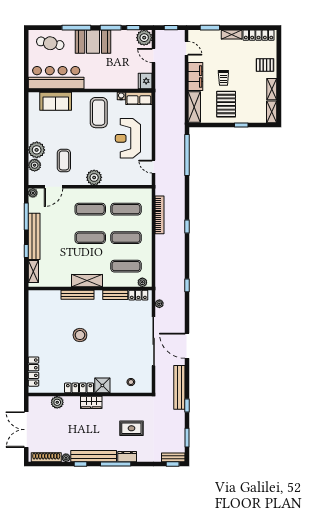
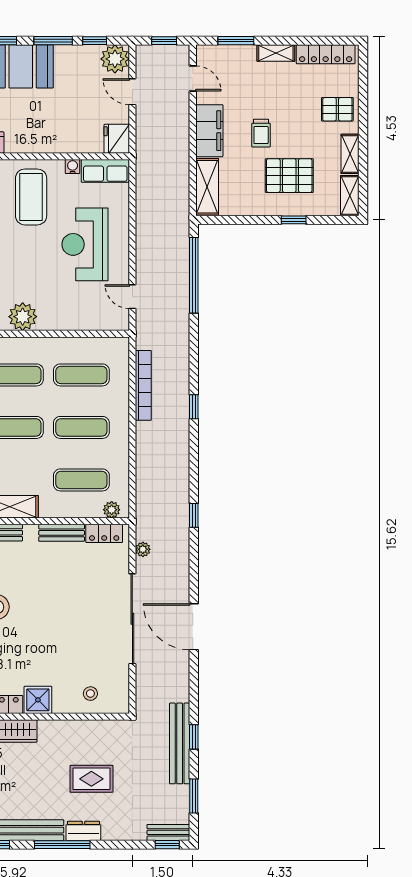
pallet: (226, 104) -> (289, 176), moved, turned 90
bench: (179, 387) -> (180, 743), moved

